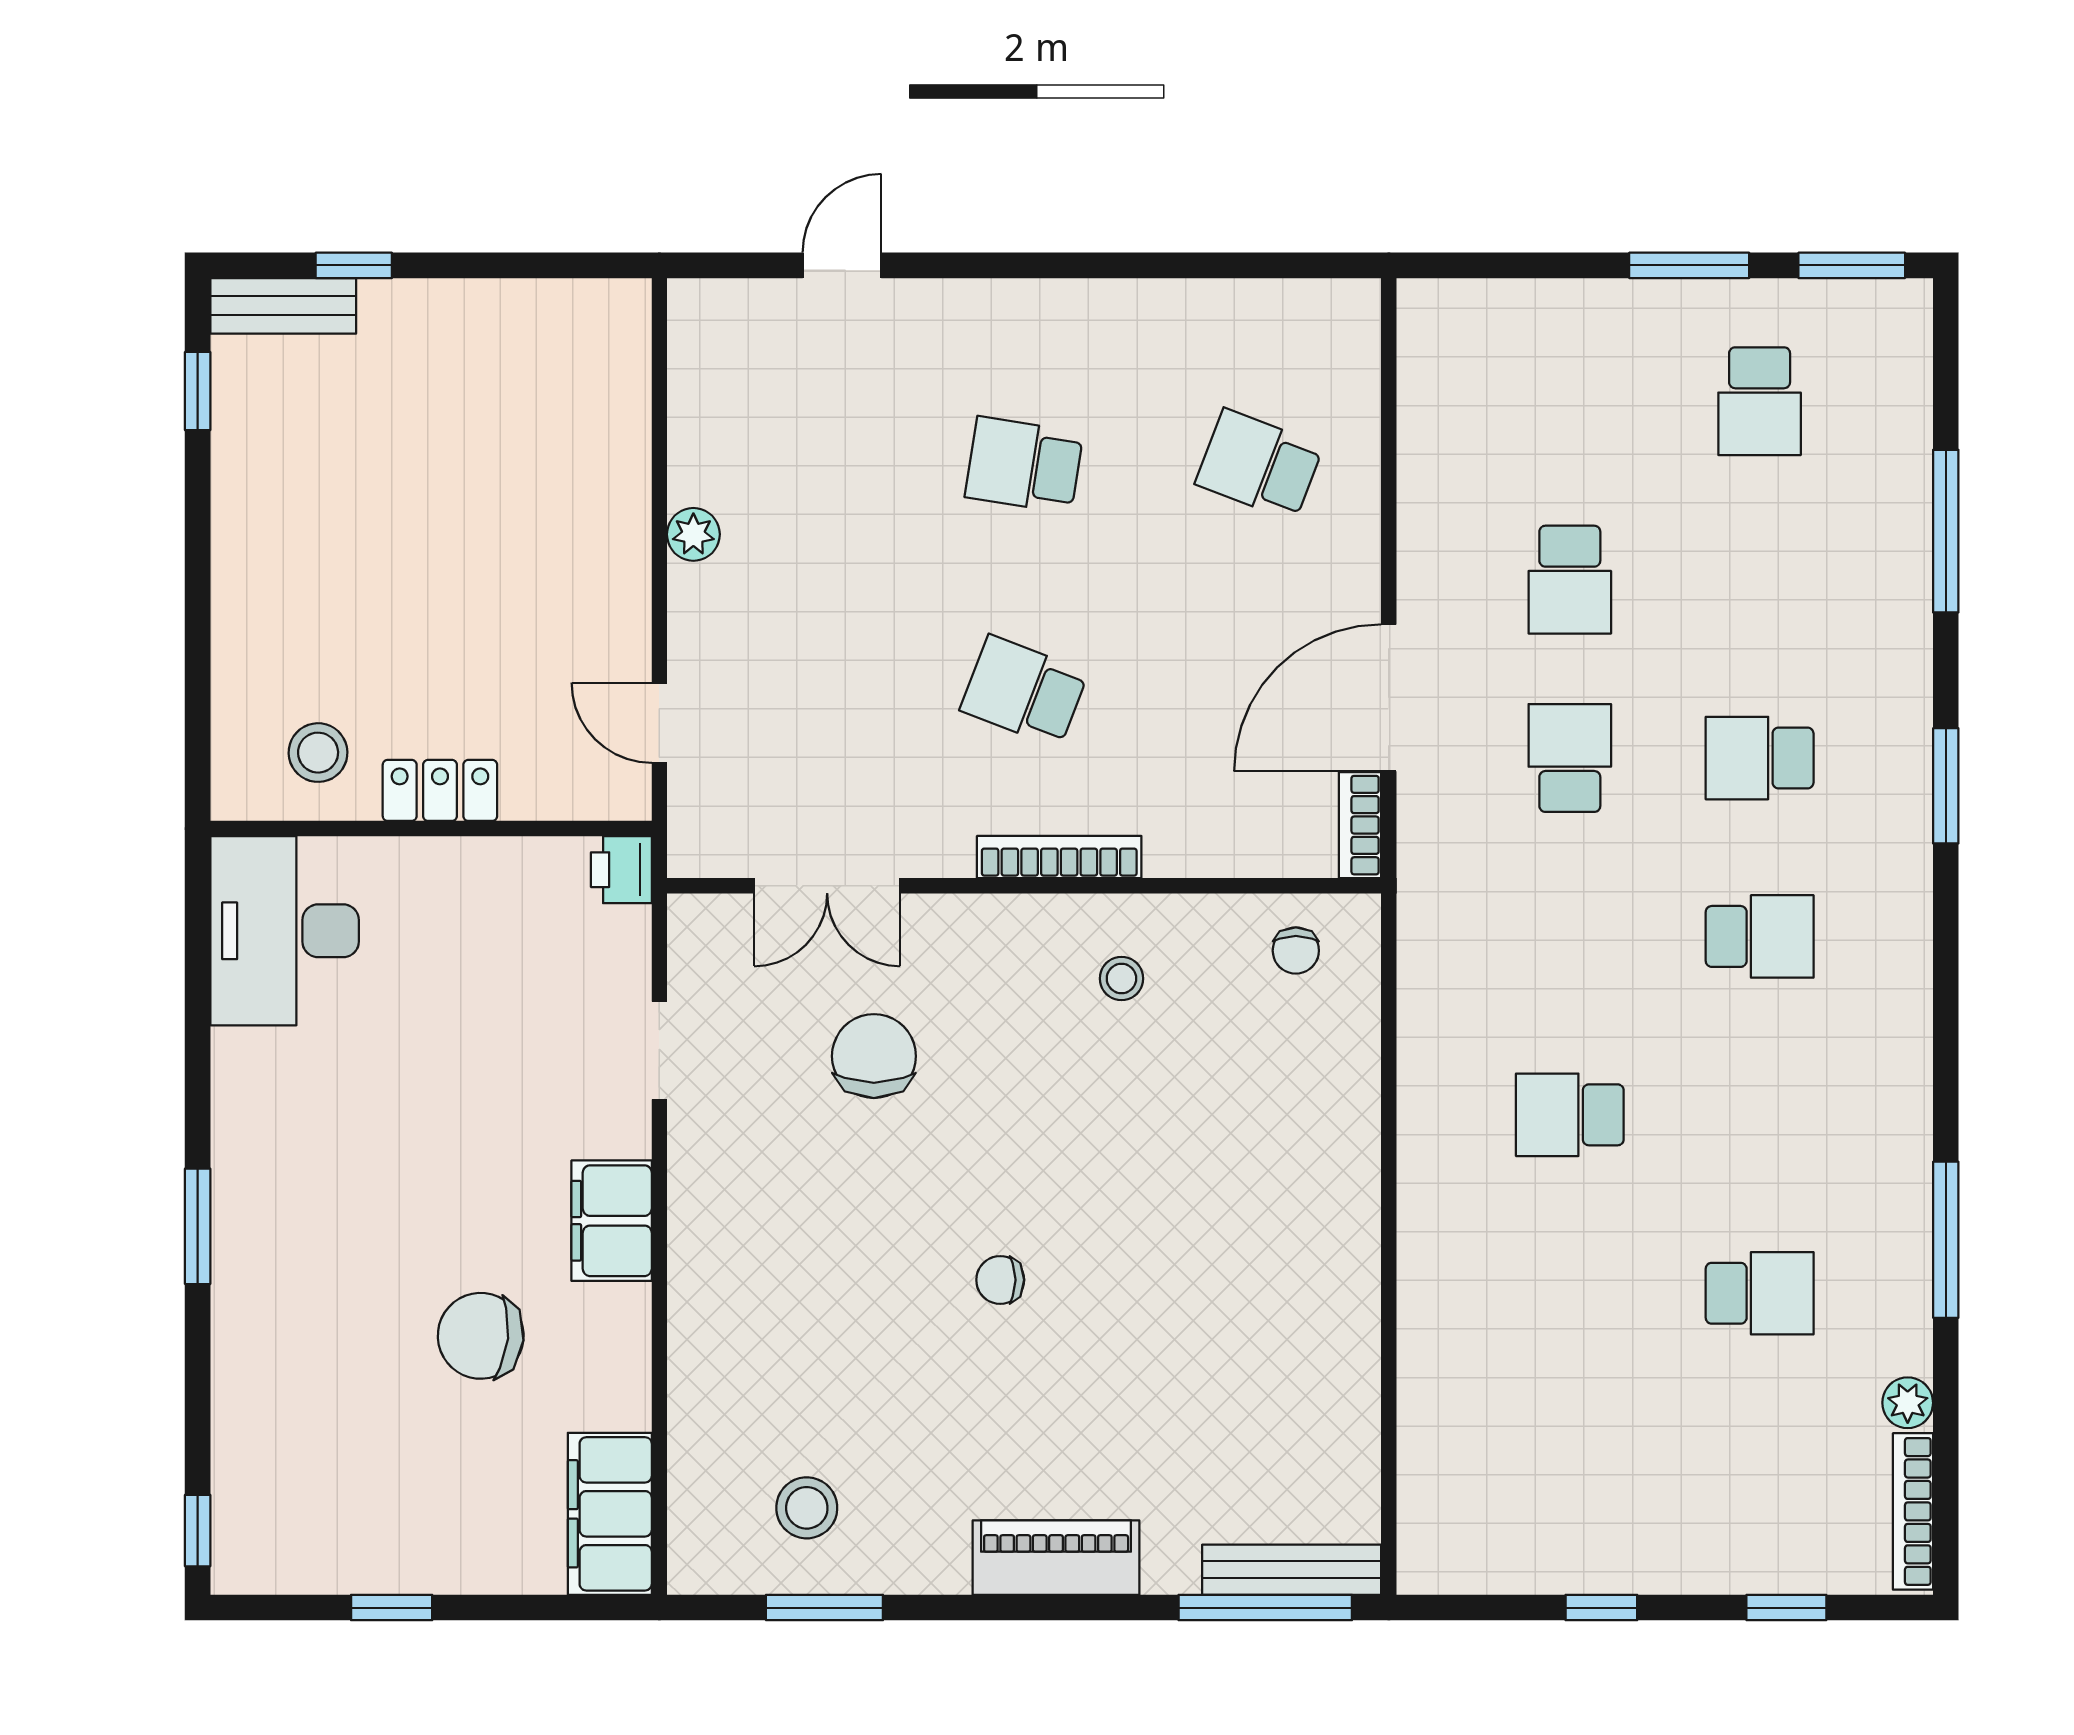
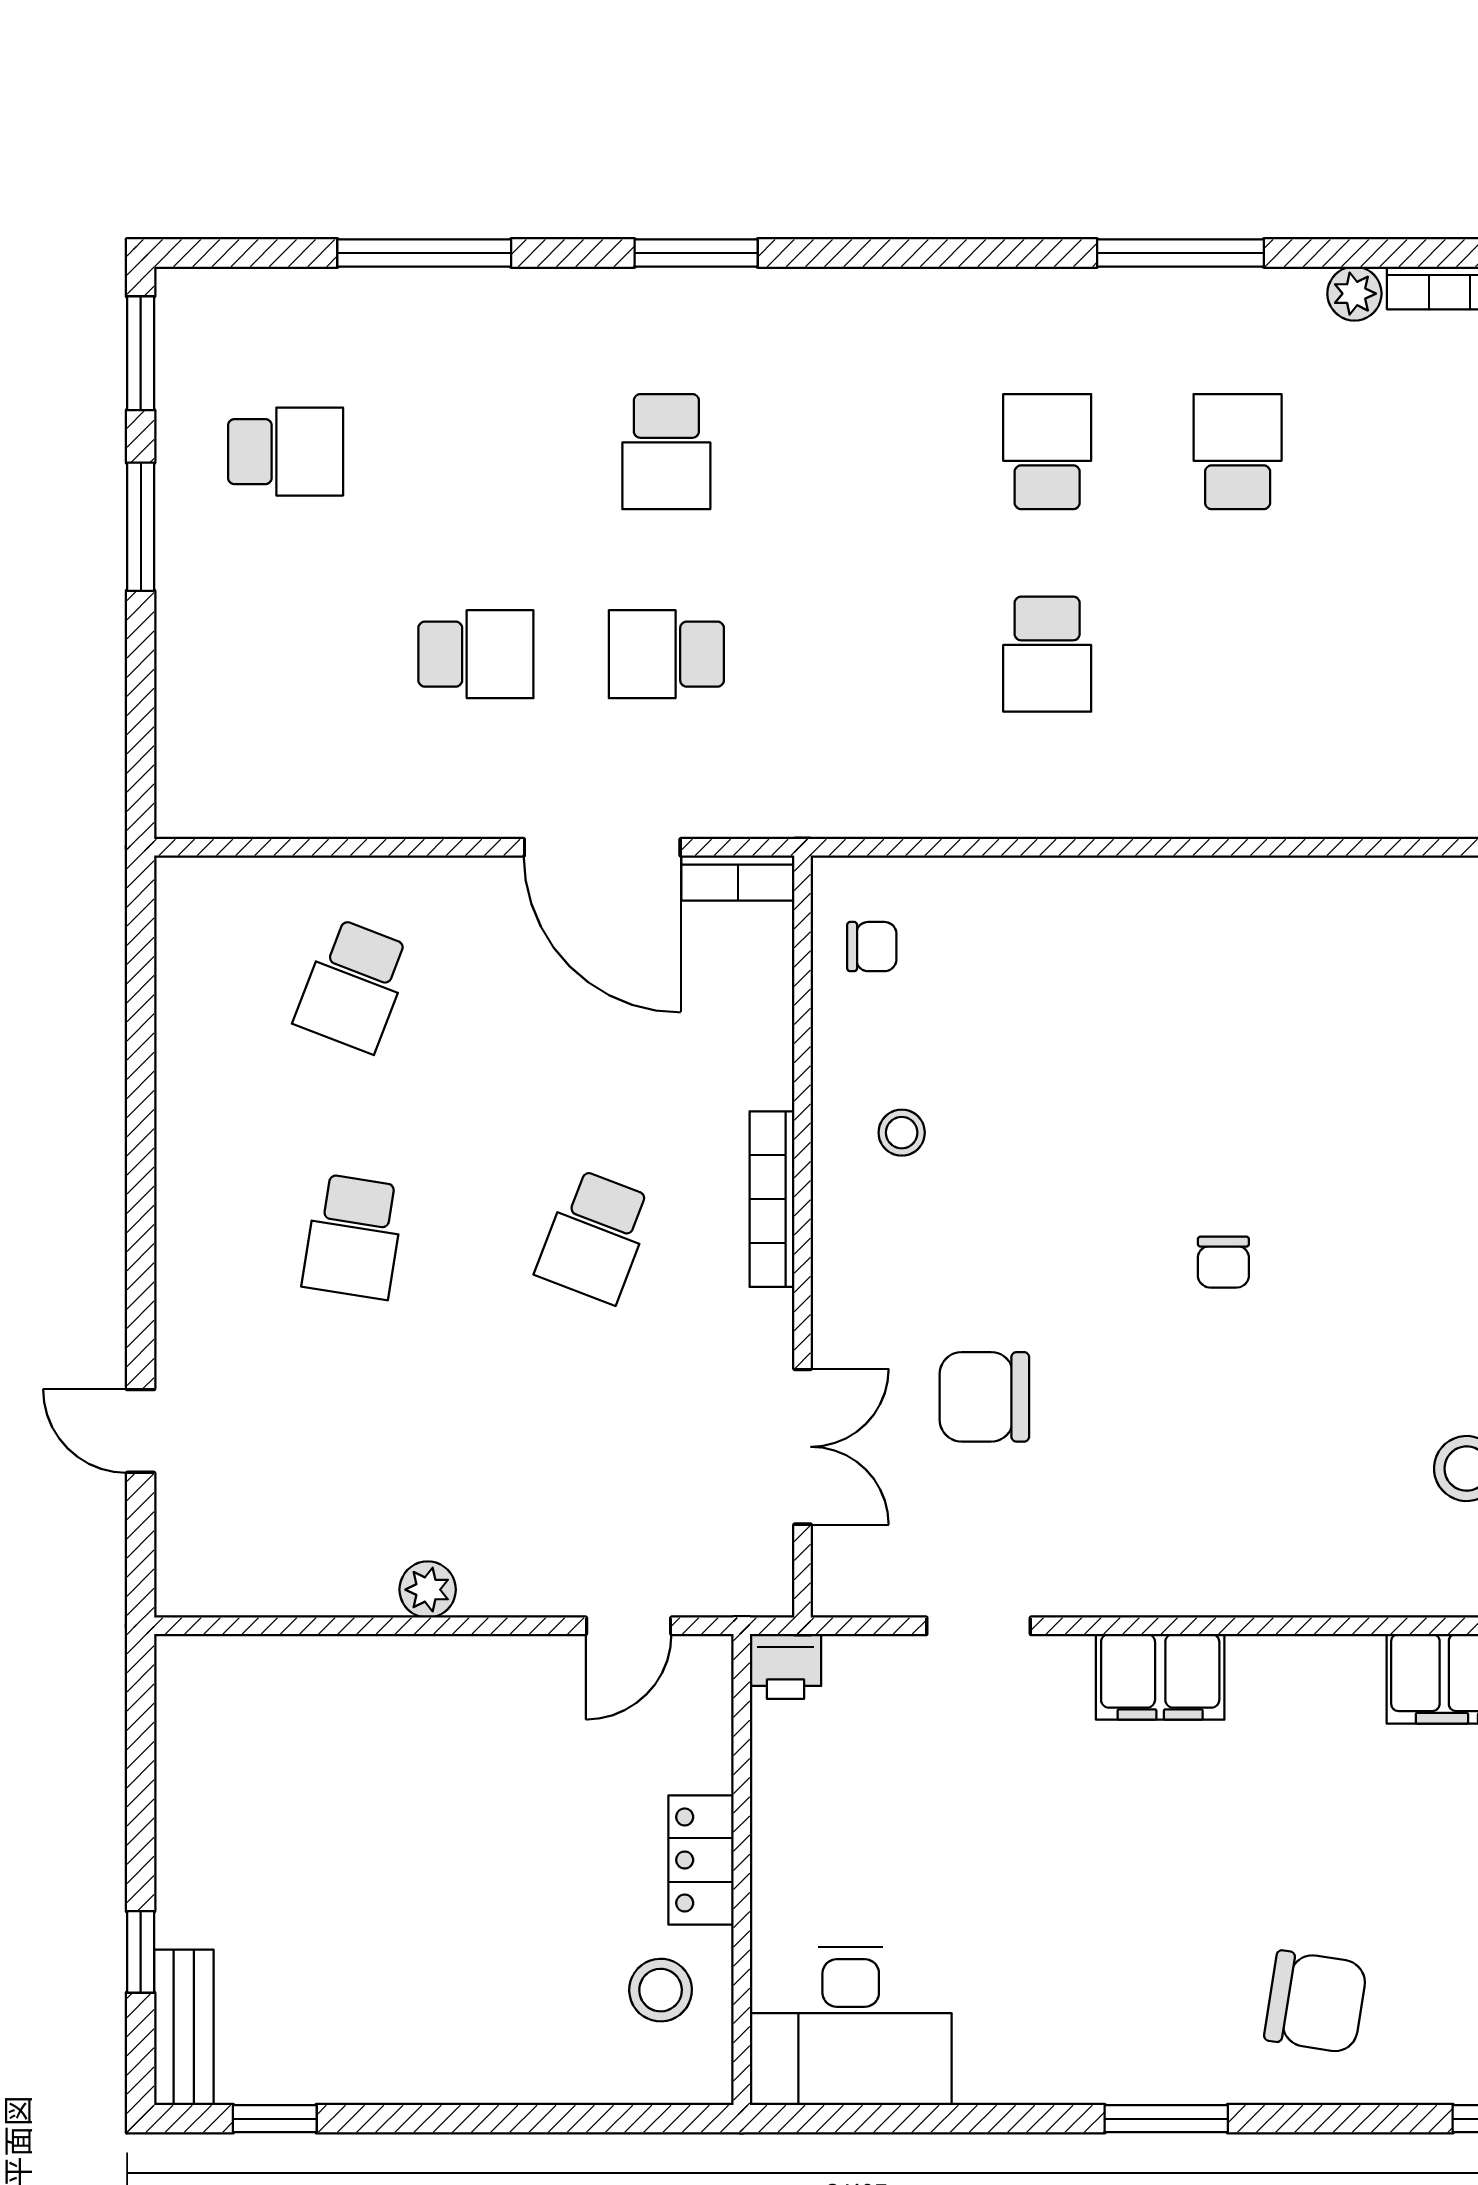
school desk: (1760, 936) -> (1047, 452), moved
chair: (481, 1336) -> (1316, 2002), moved, turned -87

